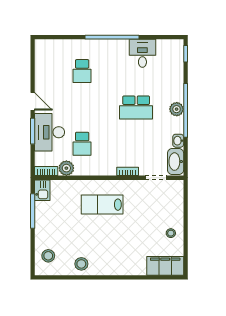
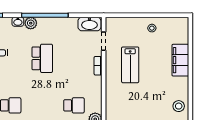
plant: (177, 109) -> (31, 23), moved
washbasin: (178, 141) -> (18, 22), moved
lab bench: (102, 205) -> (130, 65), moved
filing cabinet: (165, 266) -> (180, 60), moved

